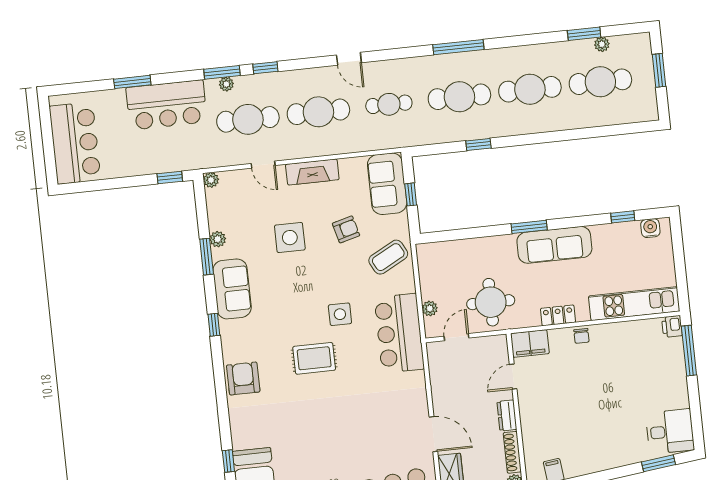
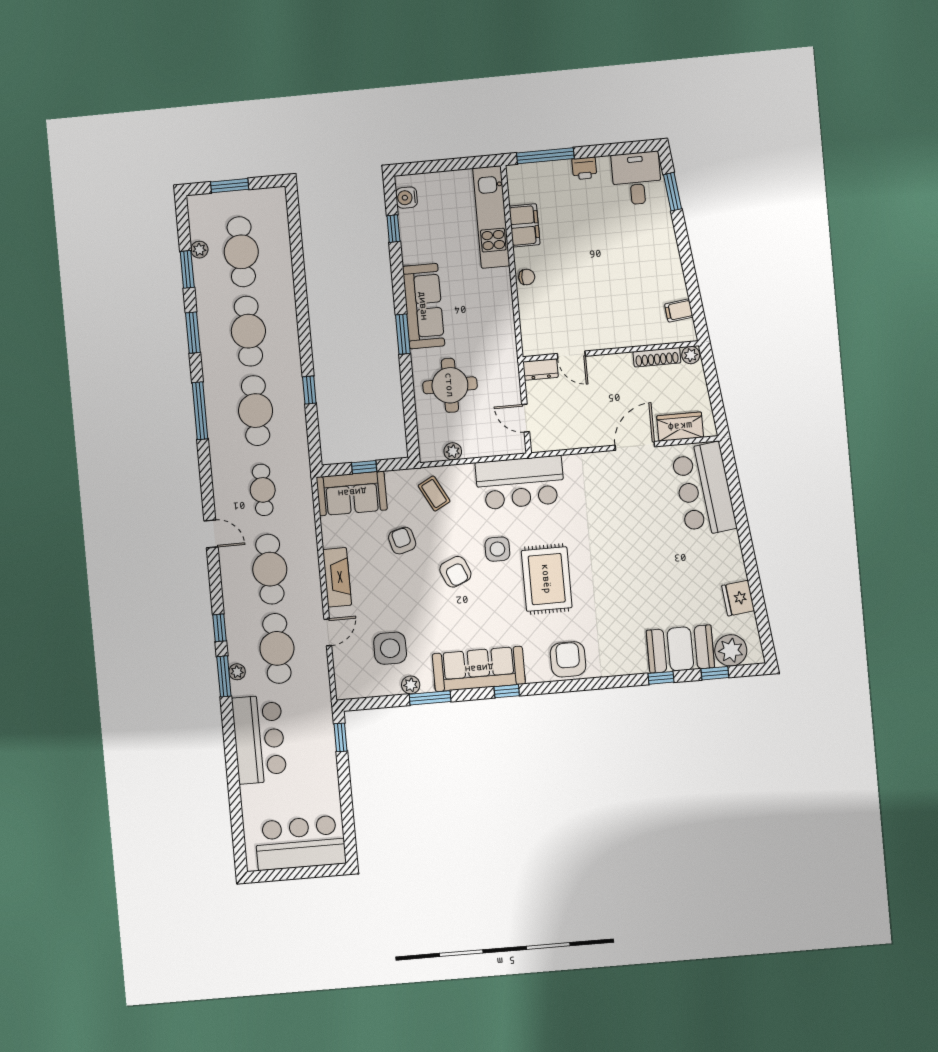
door: (349, 59) -> (211, 534), hinge flipped
window: (132, 82) -> (193, 333), moved
plant: (211, 180) -> (344, 691), removed
side table: (290, 238) -> (390, 648), moved
coffee table: (388, 257) -> (434, 494), width x0.73, depth x0.77
armchair: (319, 277) -> (455, 572), added
sofa: (232, 289) -> (479, 669), width x1.36
round table: (491, 302) -> (450, 385), moved
plant: (430, 308) -> (453, 451), moved
locker: (558, 315) -> (503, 303), removed
printer: (672, 326) -> (584, 168), moved
filing cabinet: (530, 343) -> (524, 225), moved
rug: (314, 358) -> (547, 579), width x1.36, depth x1.43
armchair: (243, 379) -> (568, 659), turned 90
dresser: (507, 416) -> (540, 369), moved

